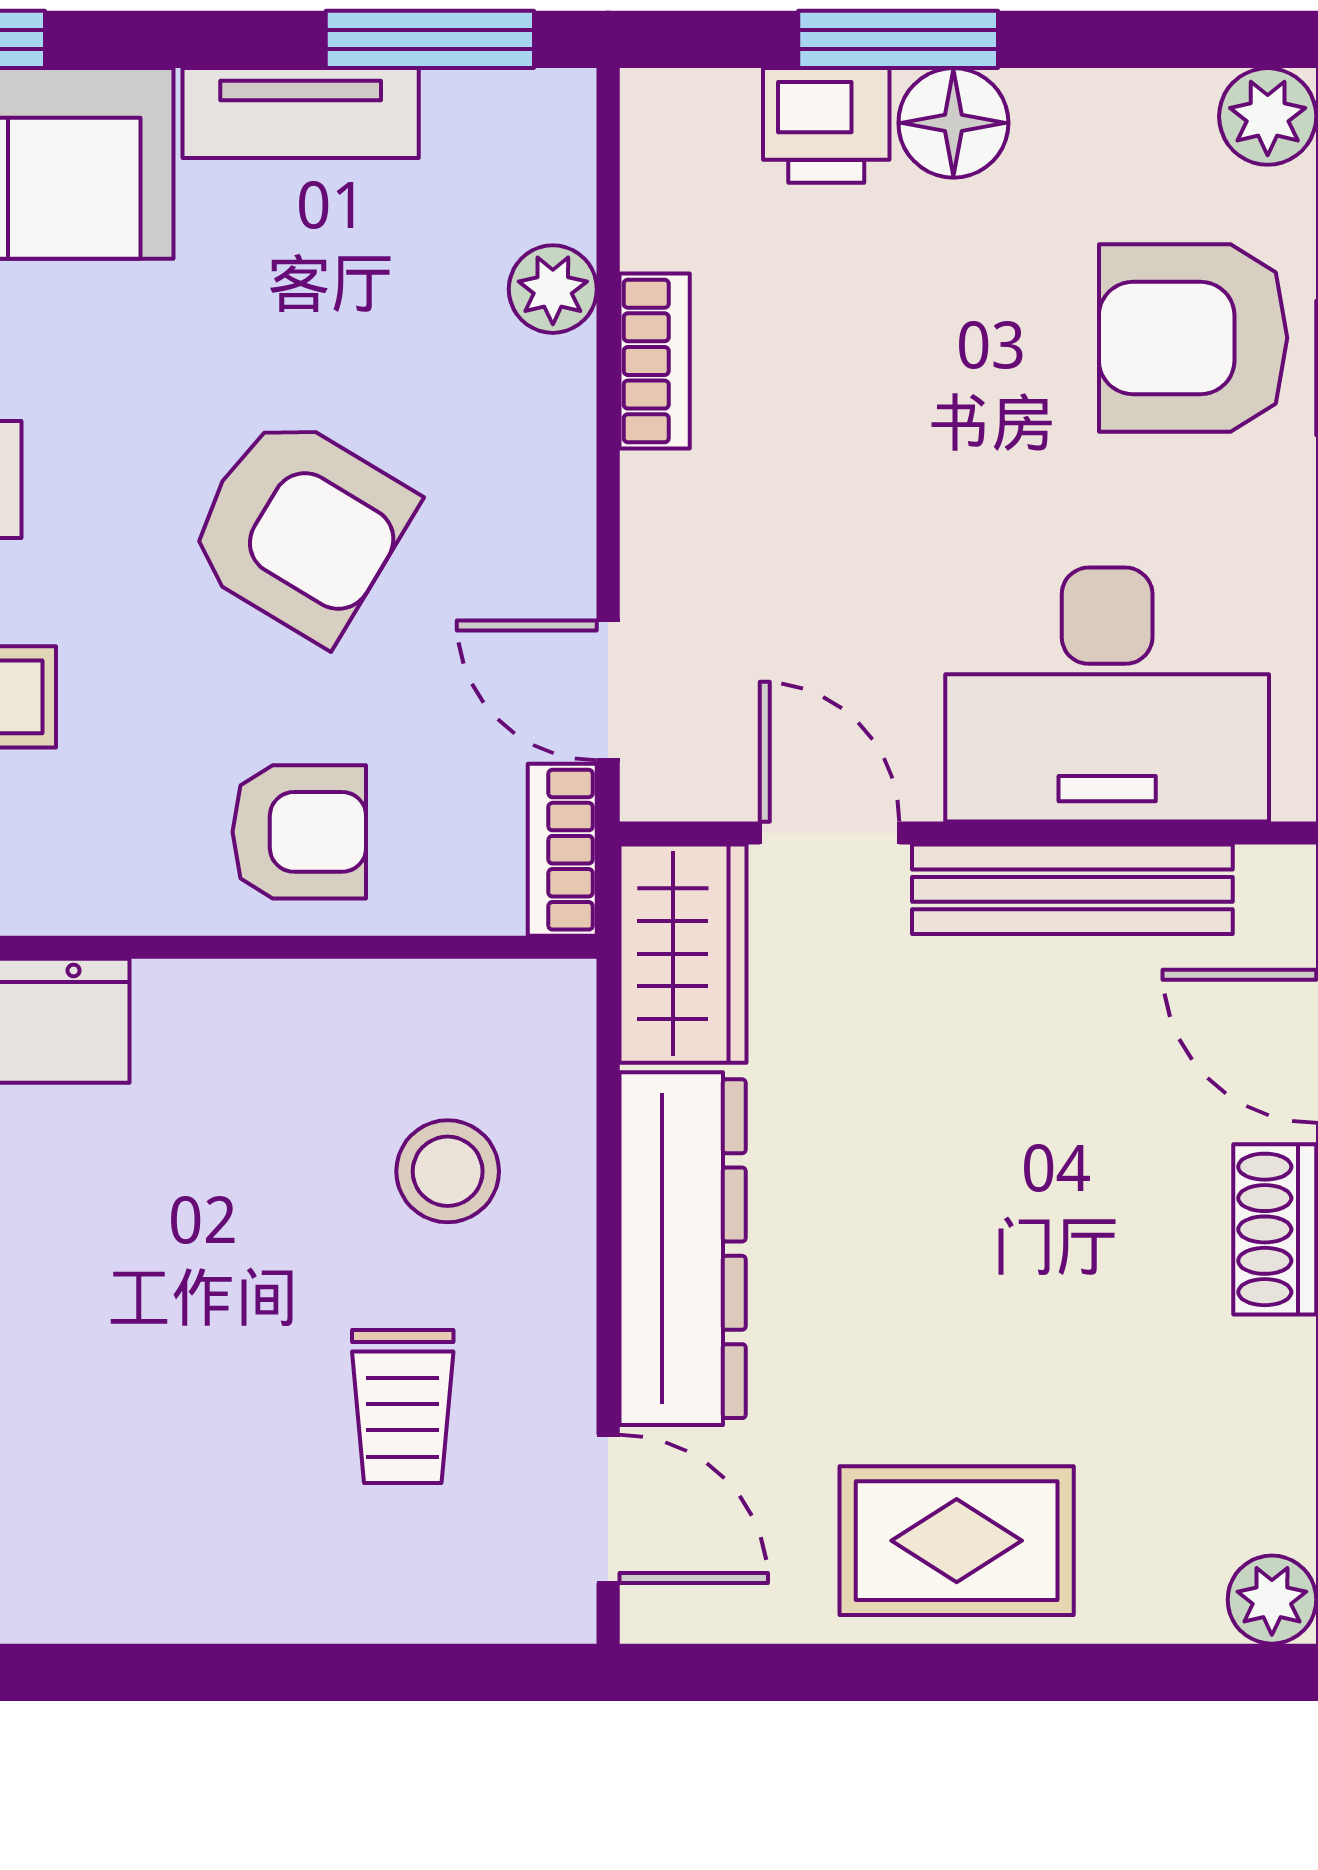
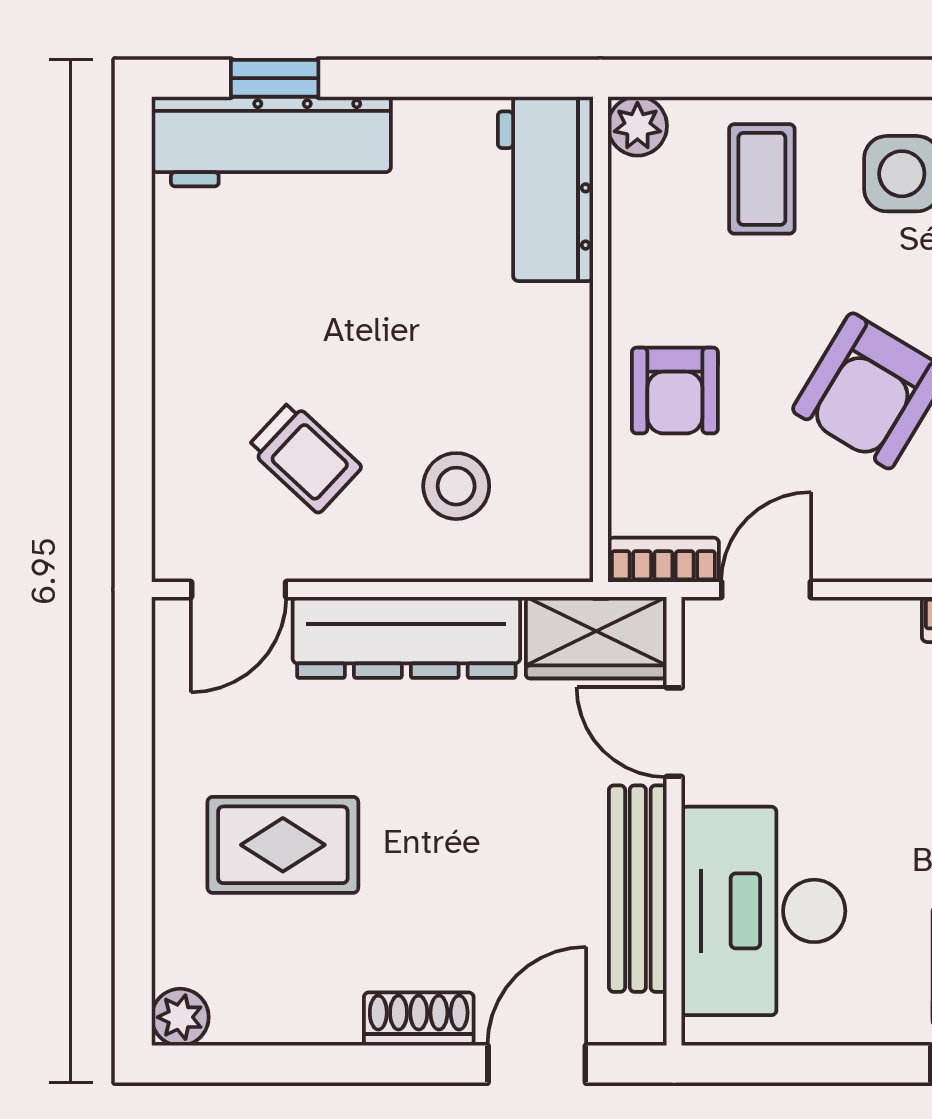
door: (830, 833) -> (674, 732), swing flipped
trolley: (403, 1406) -> (305, 457), turned -137
rug: (957, 1541) -> (283, 845), moved, turned 90

